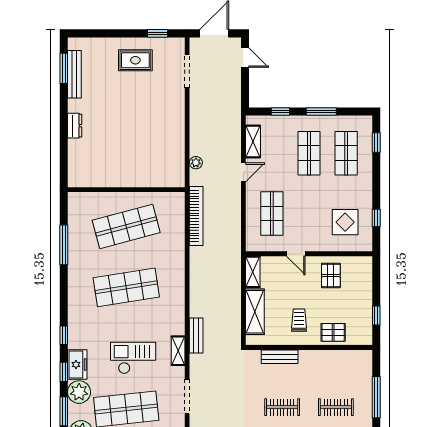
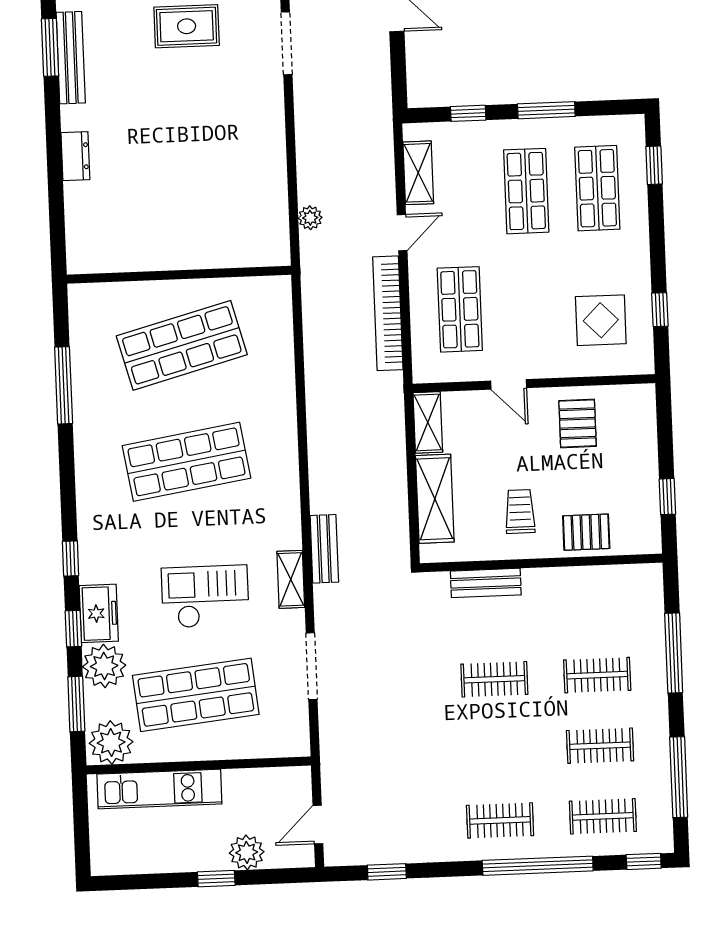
bookcase: (196, 216) -> (388, 313), moved, turned 180

